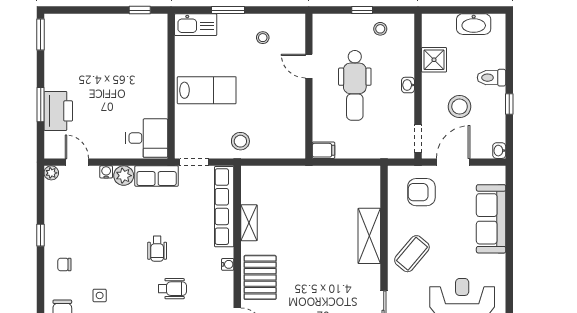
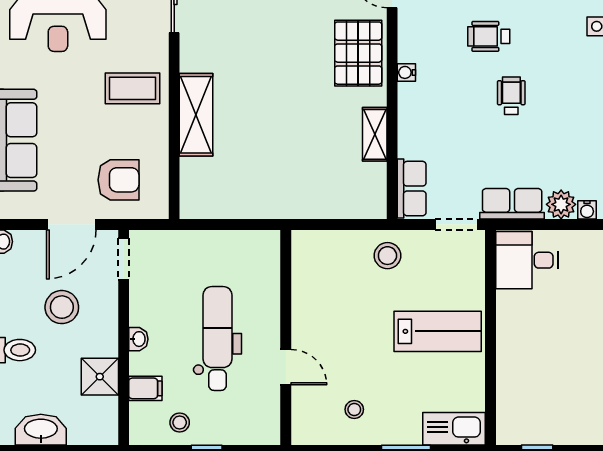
lab bench: (207, 90) -> (438, 331), turned 180
filing cabinet: (324, 150) -> (145, 388), moved, turned 180
row of seats: (224, 207) -> (412, 189), width x0.50
coffee table: (412, 254) -> (133, 88), turned 50

